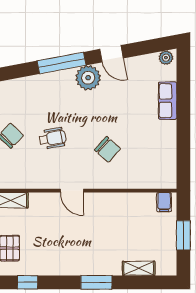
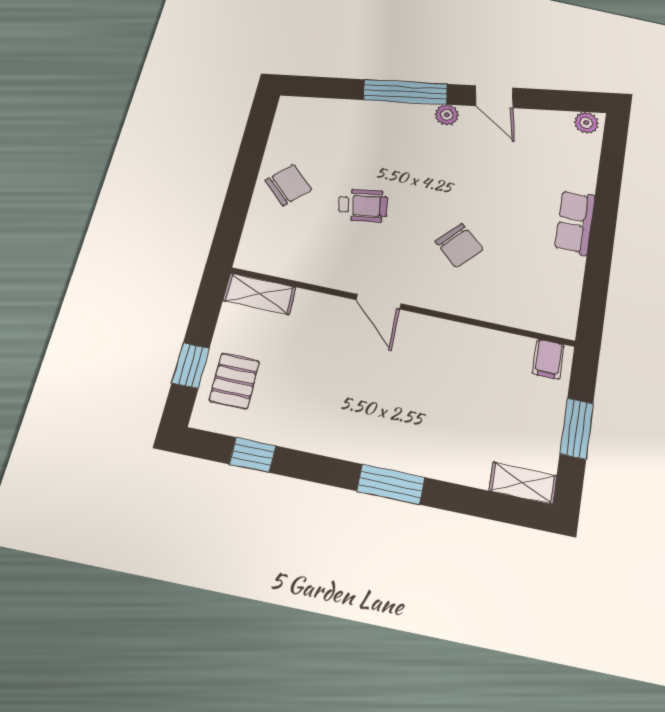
plant: (88, 78) -> (447, 115), width x0.53, depth x0.53
row of seats: (168, 101) -> (575, 222), moved
shelving: (139, 268) -> (523, 483), moved

